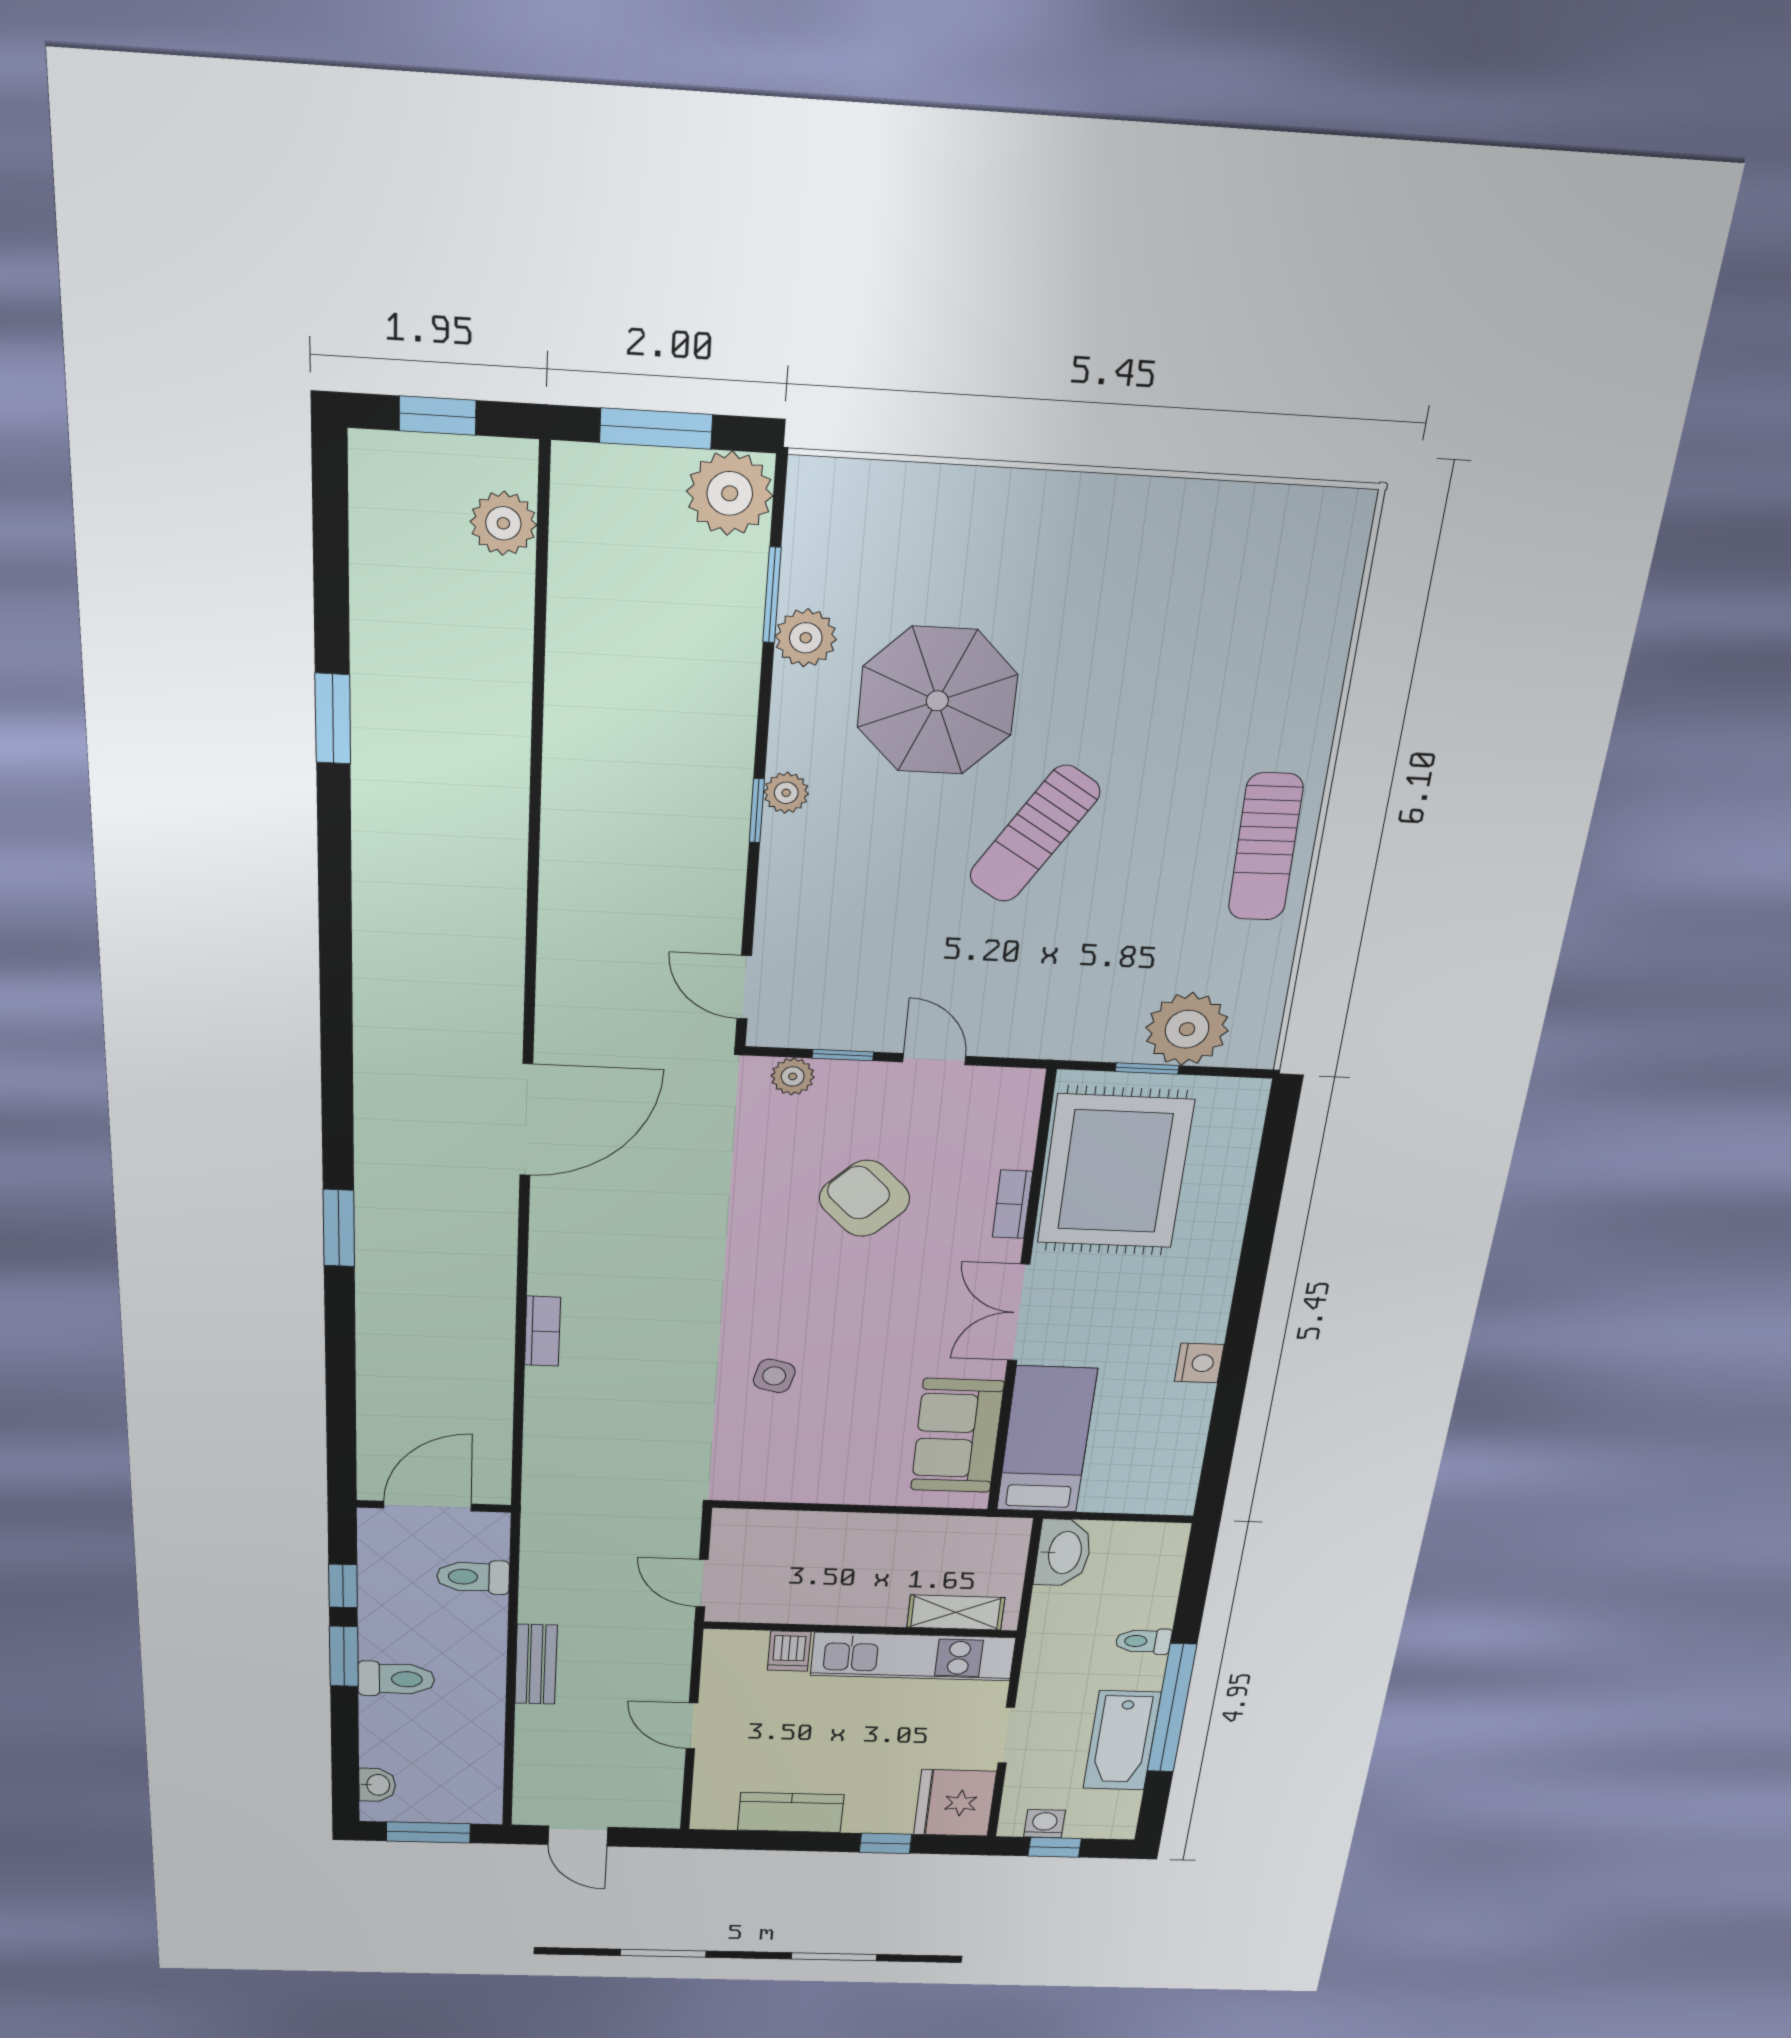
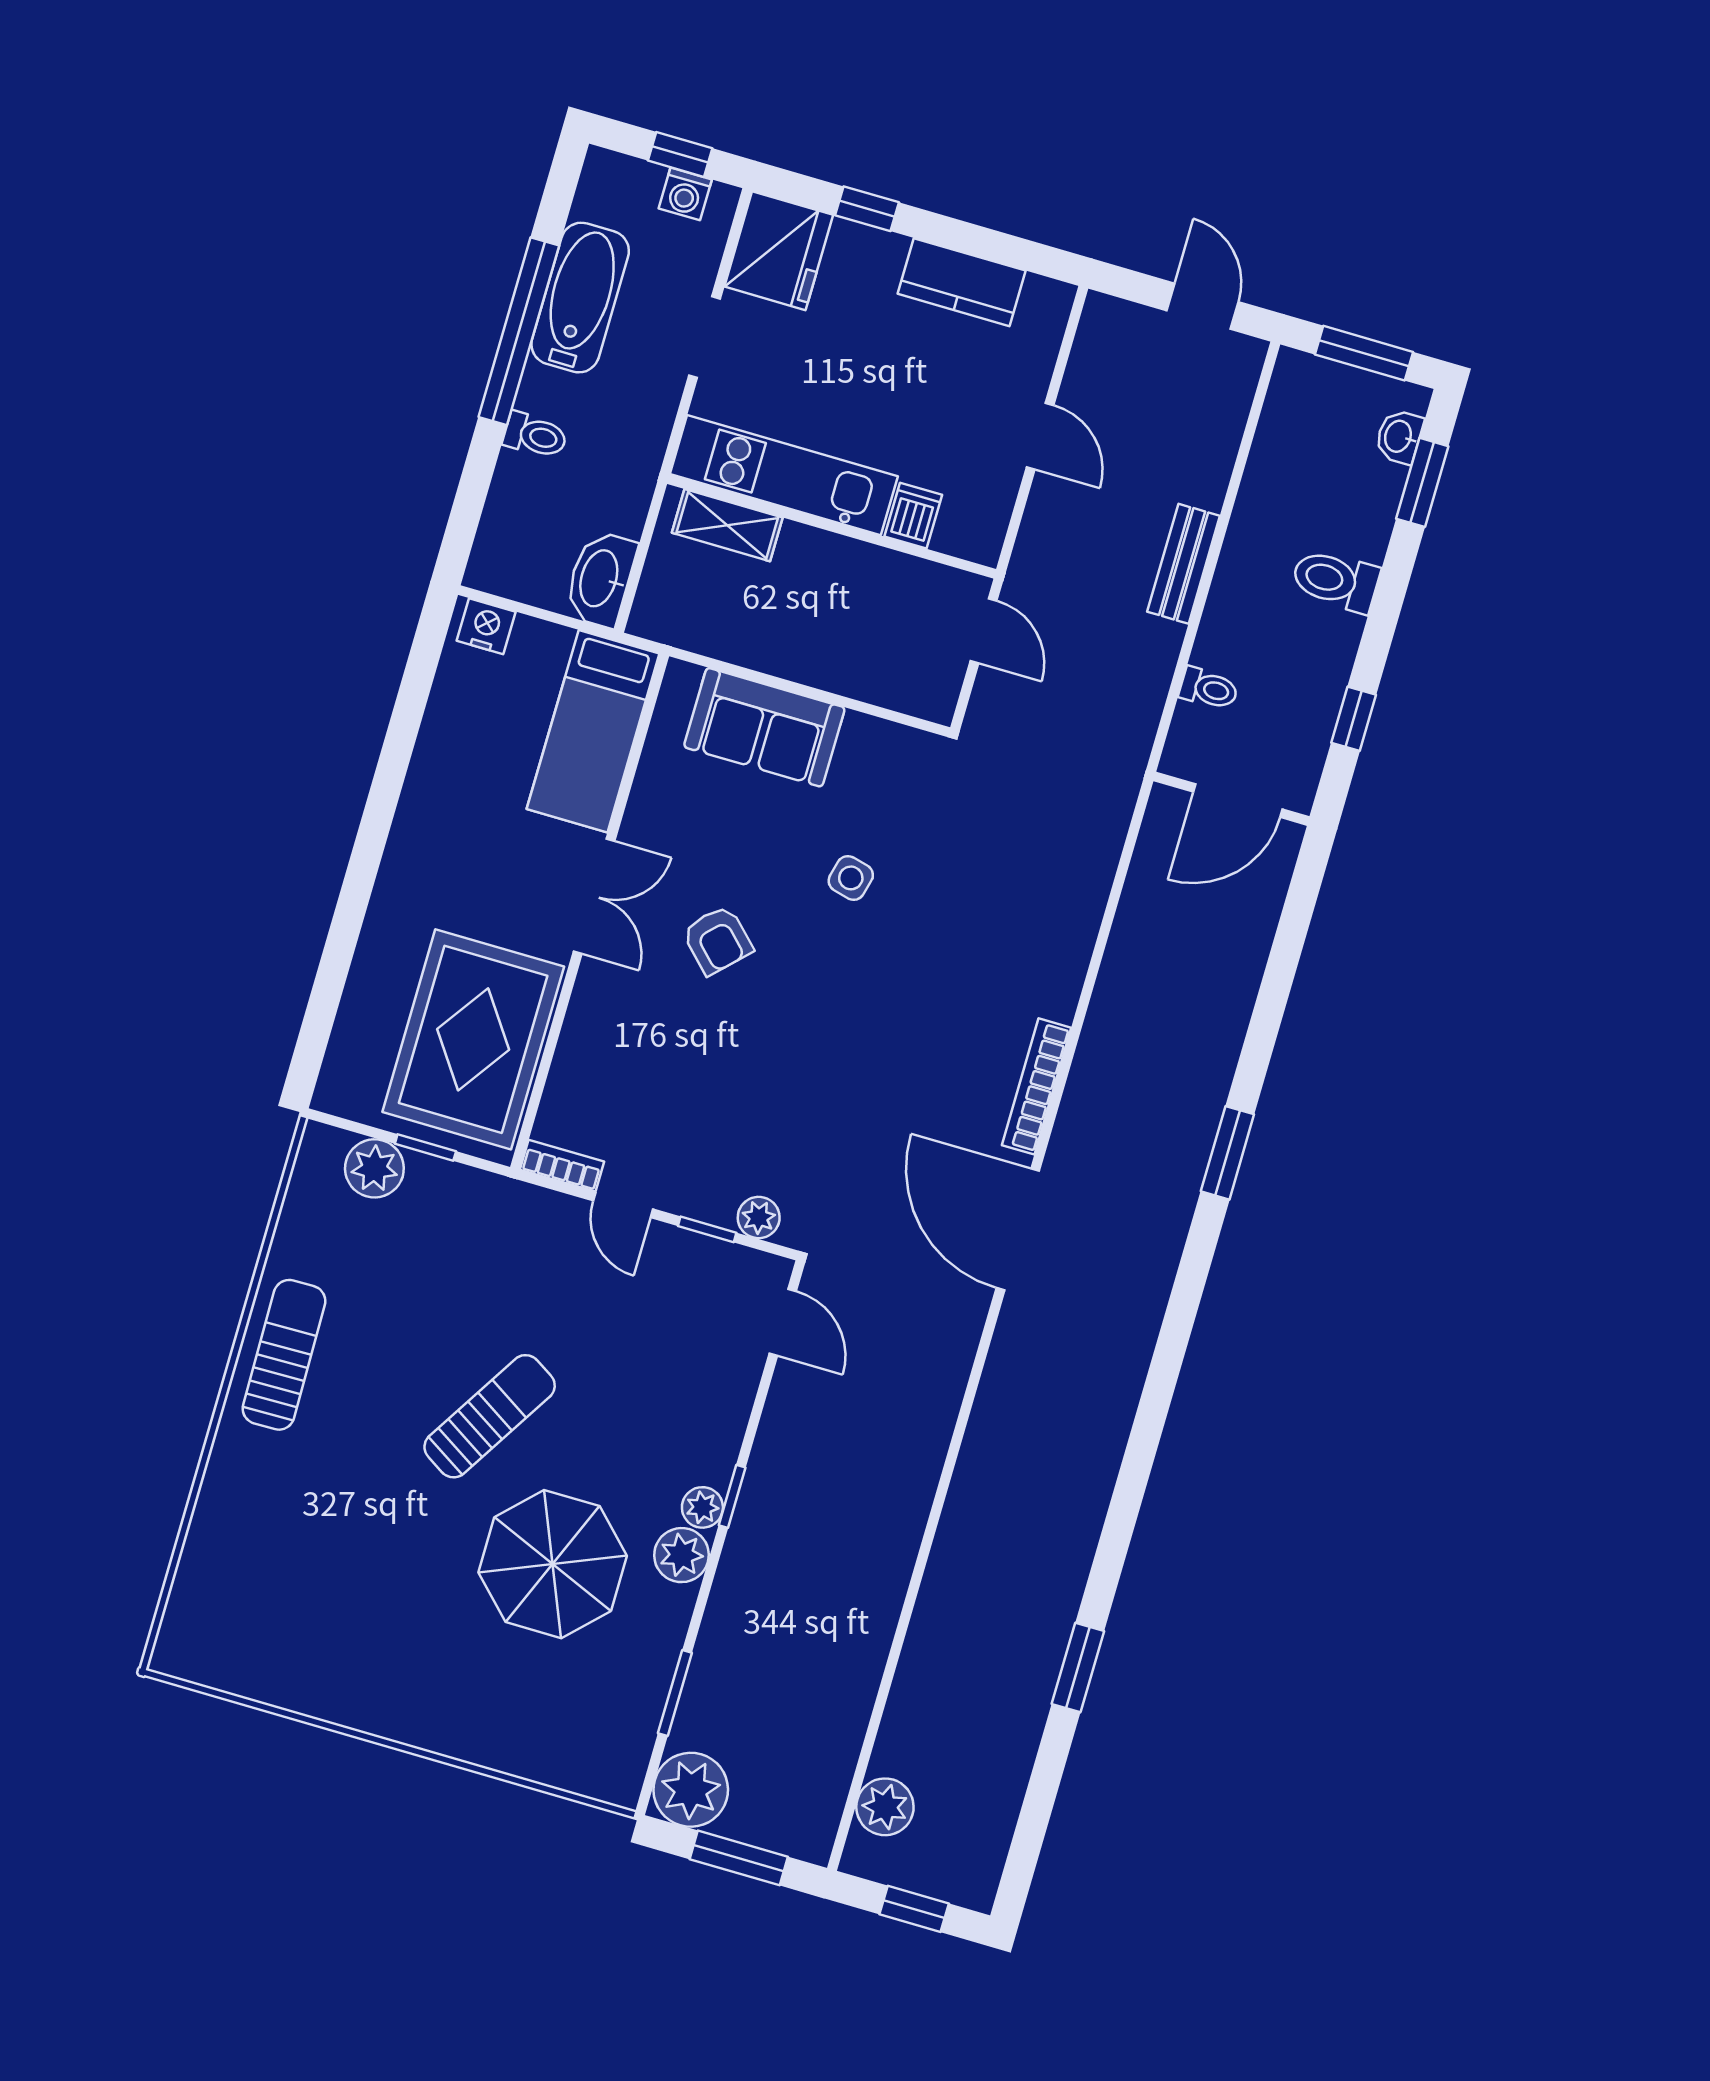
plant: (806, 638) -> (682, 1555), moved
plant: (1187, 1029) -> (374, 1168), width x0.73, depth x0.73
door: (526, 1120) -> (1018, 1229), hinge flipped
armchair: (865, 1198) -> (717, 940), moved, width x0.72, depth x0.72
bookcase: (1012, 1204) -> (562, 1166), moved, turned -90
bookcase: (543, 1331) -> (1037, 1086), moved, width x1.56
nightstand: (1199, 1363) -> (486, 626), moved, turned 90
sofa: (957, 1436) -> (764, 727), moved, turned 90
toilet: (473, 1577) -> (1209, 689), width x0.73, depth x0.72
window: (344, 1656) -> (1422, 482), moved

